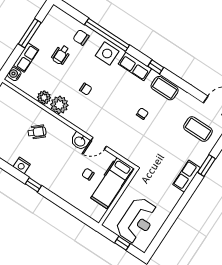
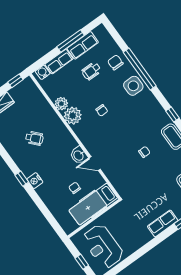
row of seats: (135, 66) -> (83, 45), moved, turned -90
wheelchair: (37, 132) -> (34, 138), moved
nightstand: (22, 166) -> (35, 181), moved
reception desk: (137, 221) -> (103, 246), turned 90

